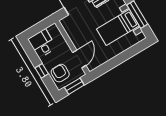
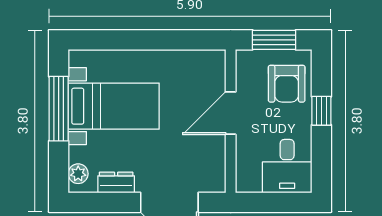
door: (79, 59) -> (231, 113), moved

